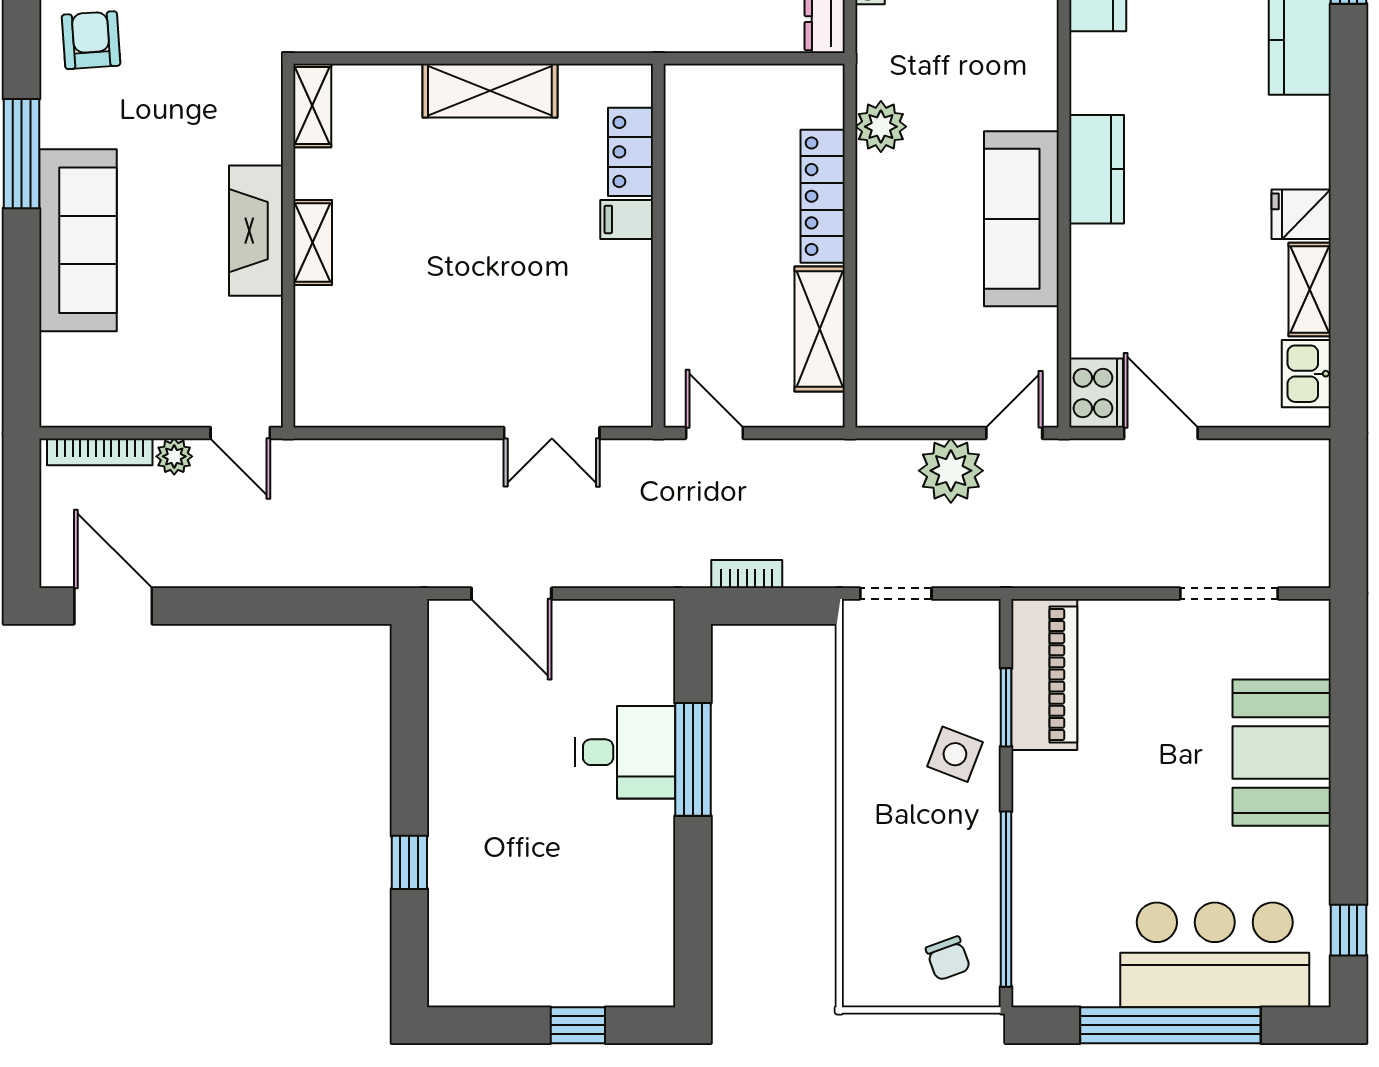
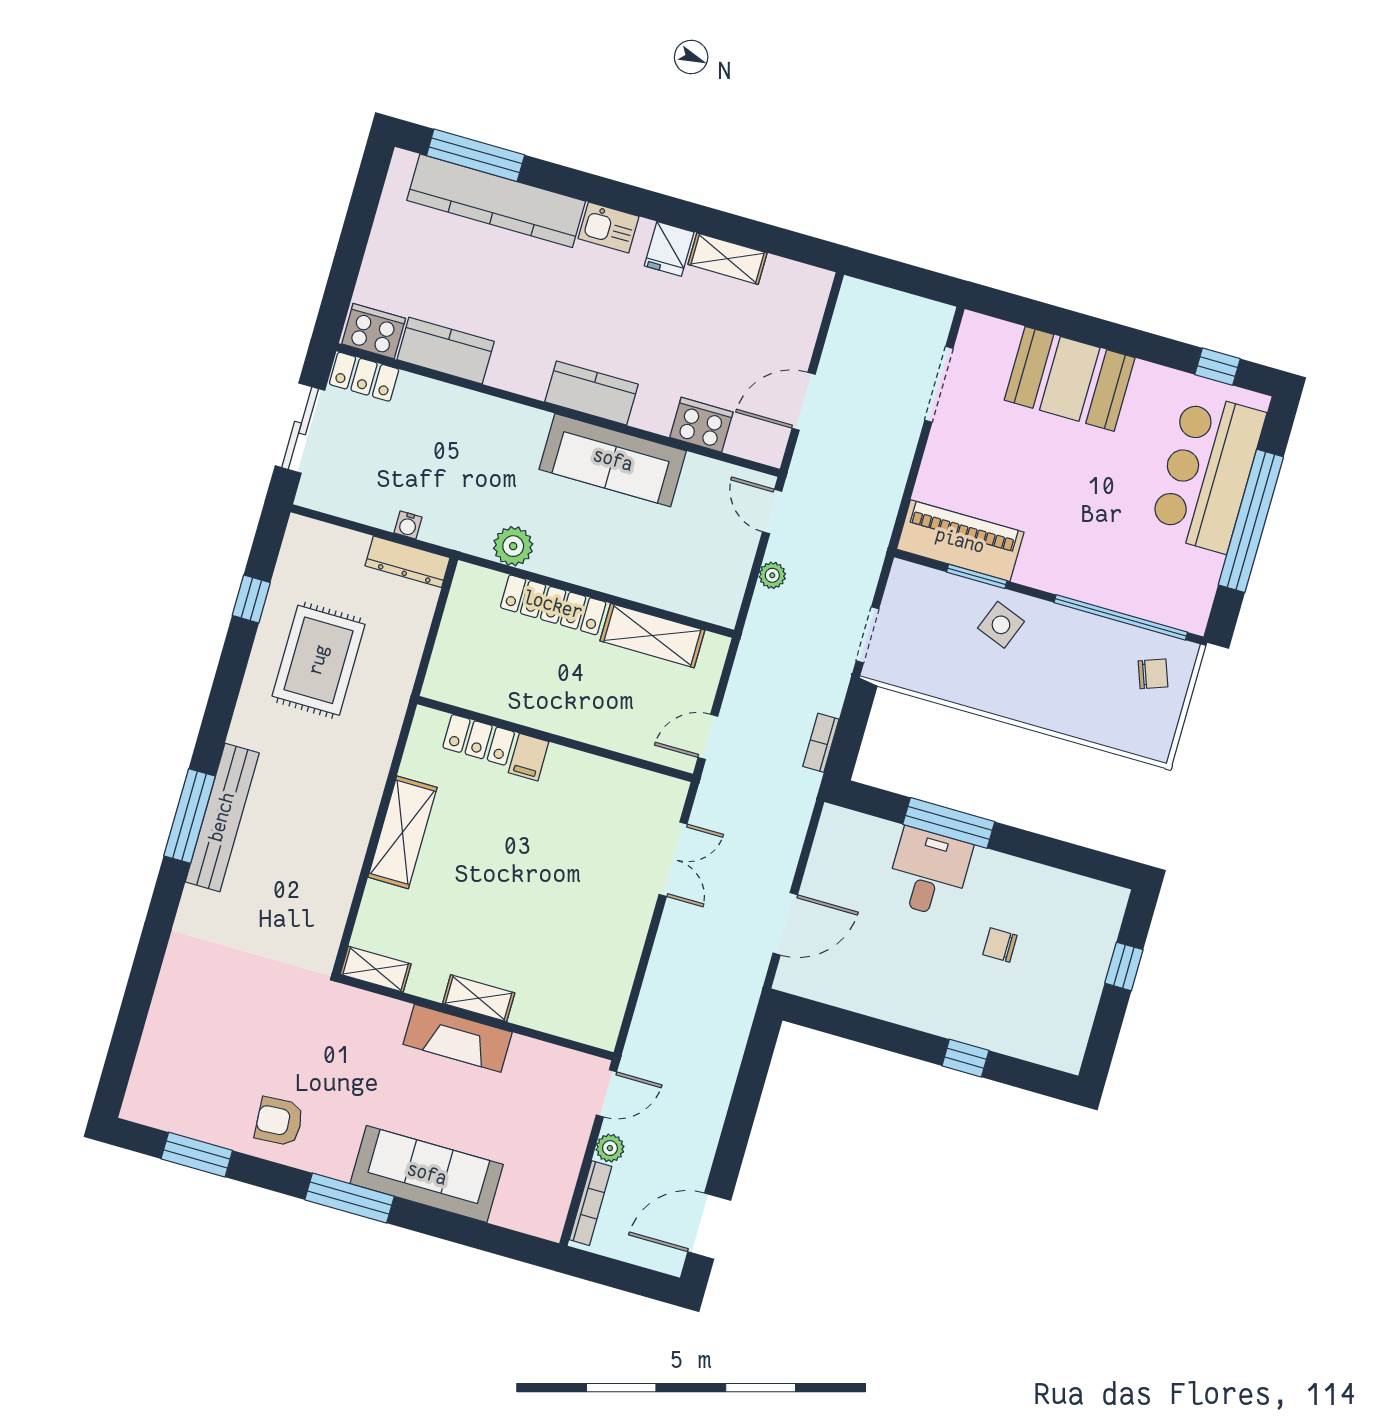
kitchen sink: (1306, 374) -> (609, 228), moved
cooker: (1096, 393) -> (701, 425), moved
plant: (951, 471) -> (772, 575), width x0.53, depth x0.53
chair: (561, 865) -> (1000, 945), added

